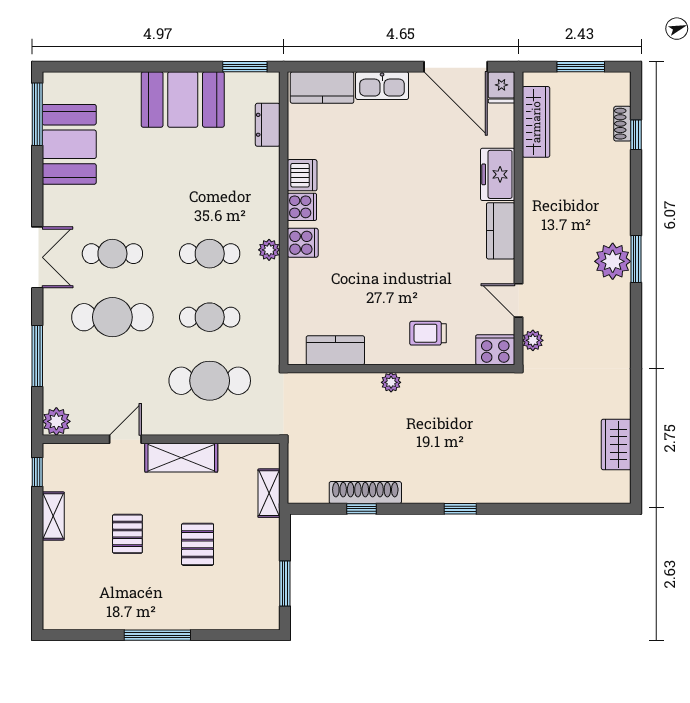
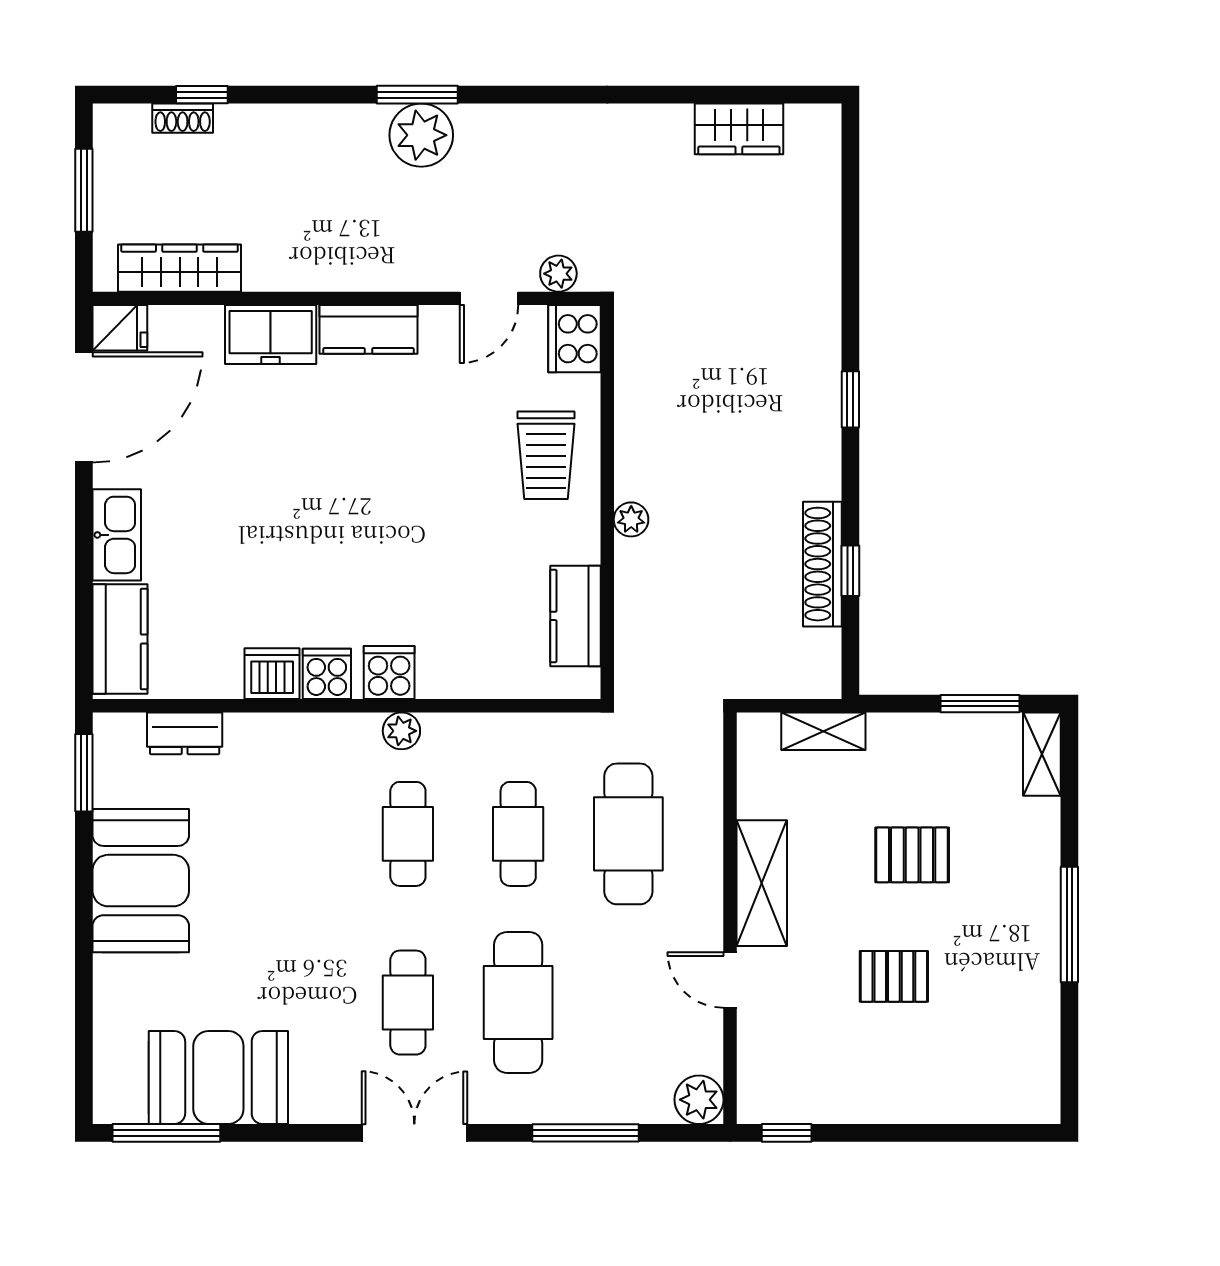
trolley: (428, 333) -> (546, 455), width x1.36, depth x1.39
shelving: (53, 516) -> (1042, 754), moved, turned 90

